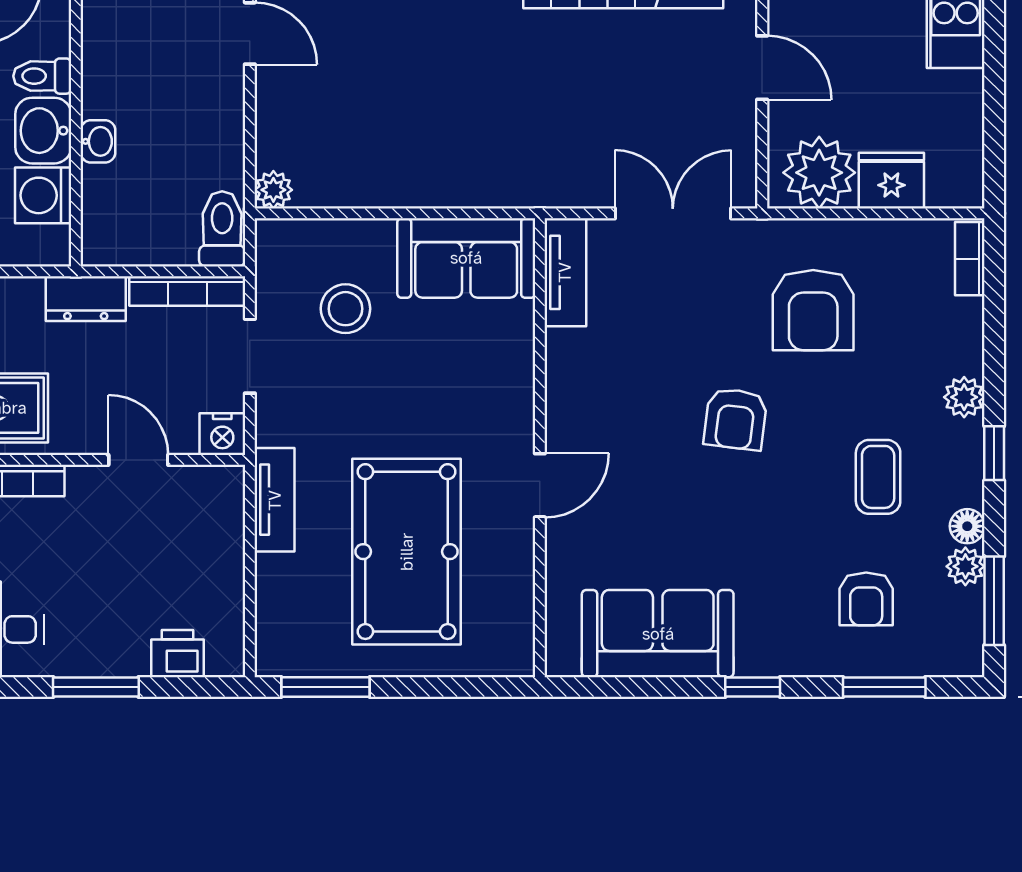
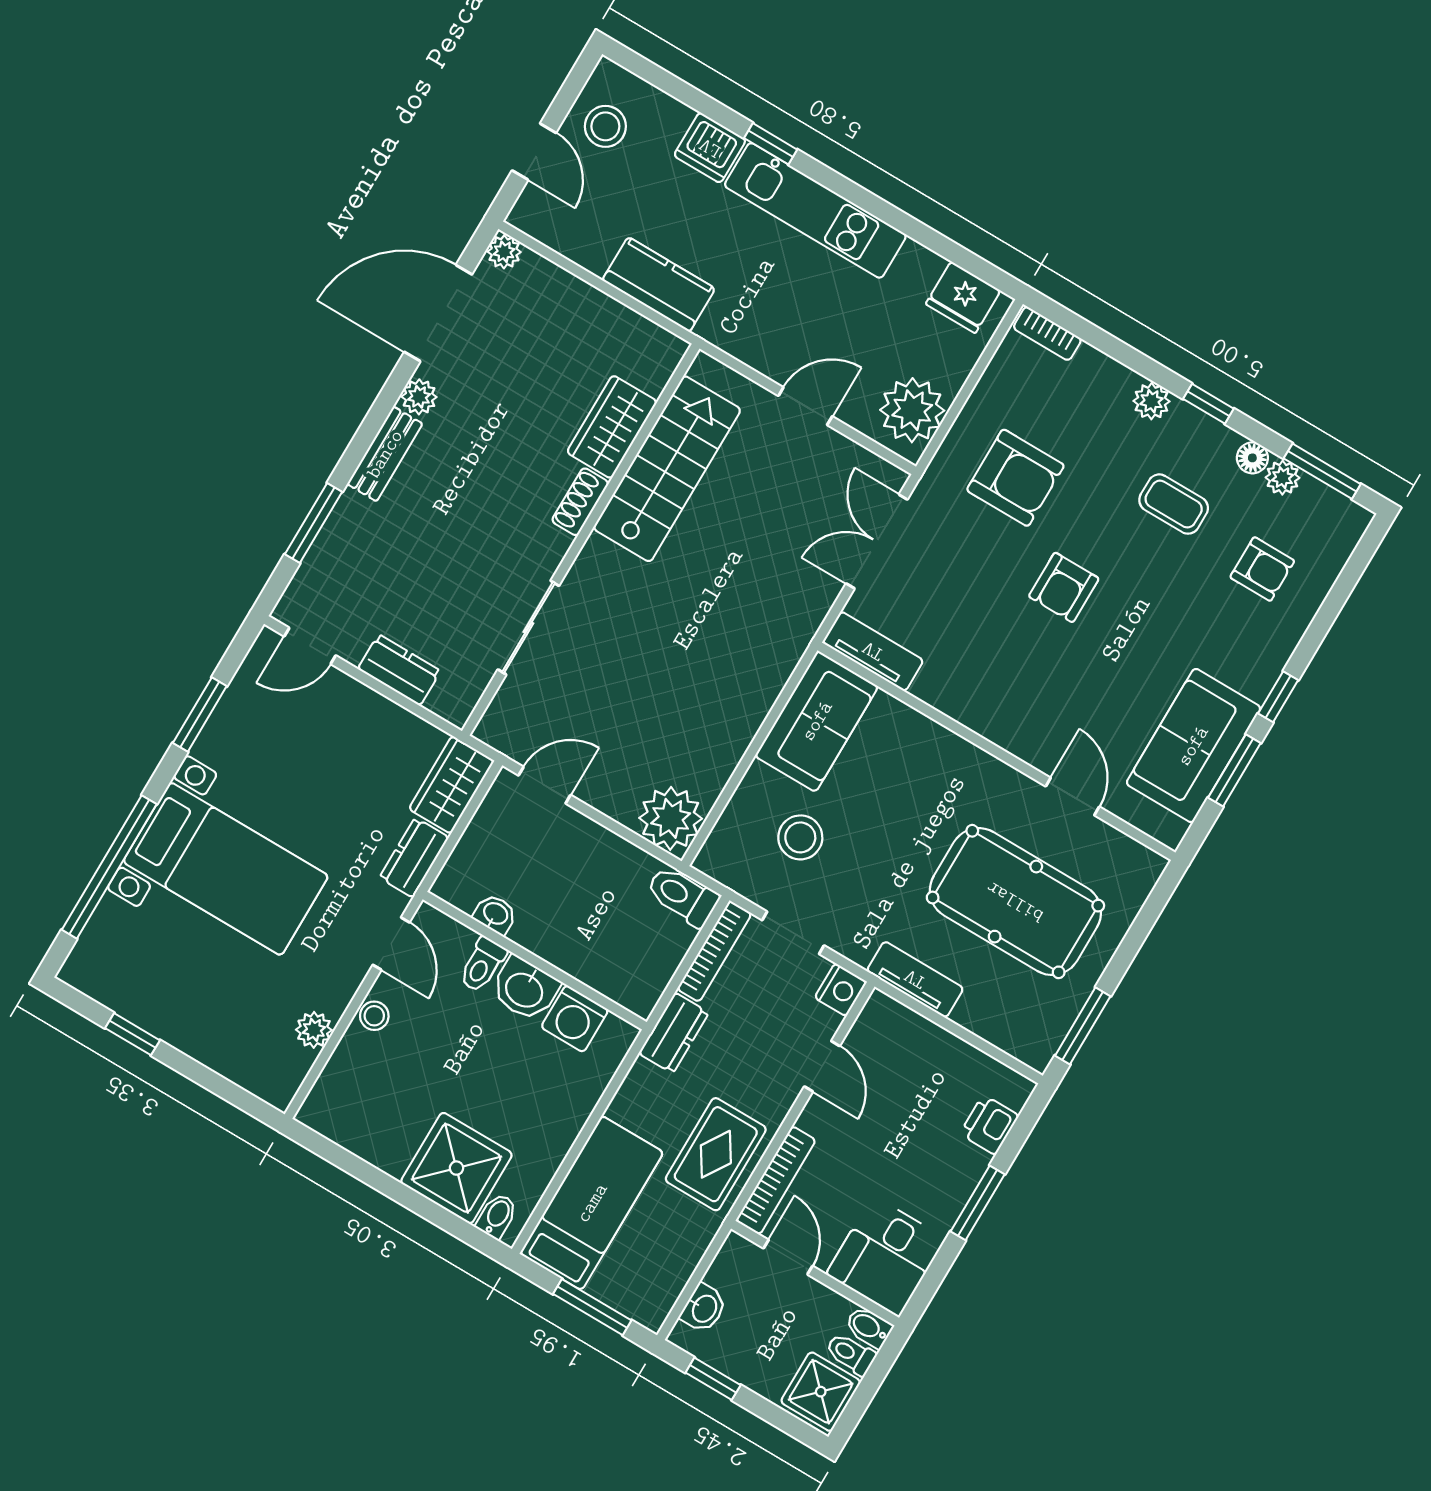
washbasin: (98, 141) -> (495, 914), moved
fridge: (891, 181) -> (963, 297), moved, turned -90
plant: (273, 190) -> (671, 818), width x1.87, depth x1.87
armchair: (735, 419) -> (1064, 587), turned 83
door: (138, 460) -> (822, 1066), swing flipped
door: (540, 485) -> (1073, 796), moved
window: (884, 687) -> (1234, 770), moved

